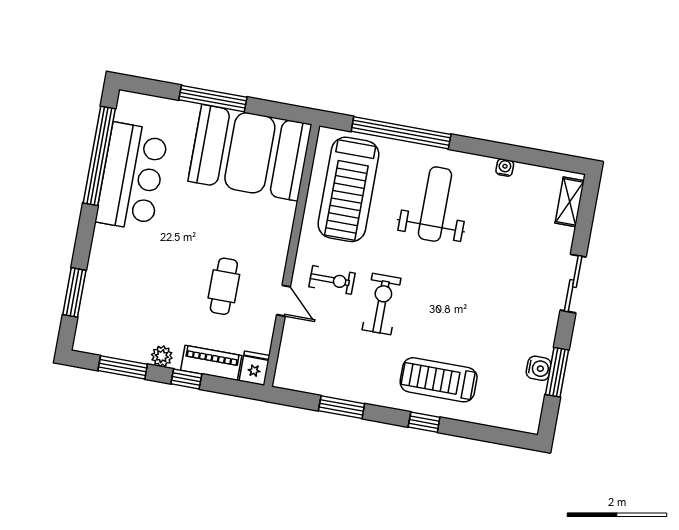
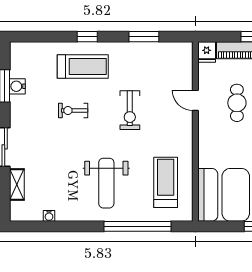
water cooler: (505, 168) -> (49, 216), moved
treadmill: (348, 189) -> (166, 182), width x0.73, depth x0.73
shelving: (570, 202) -> (17, 185), moved
exercise bike: (332, 280) -> (73, 111), moved

